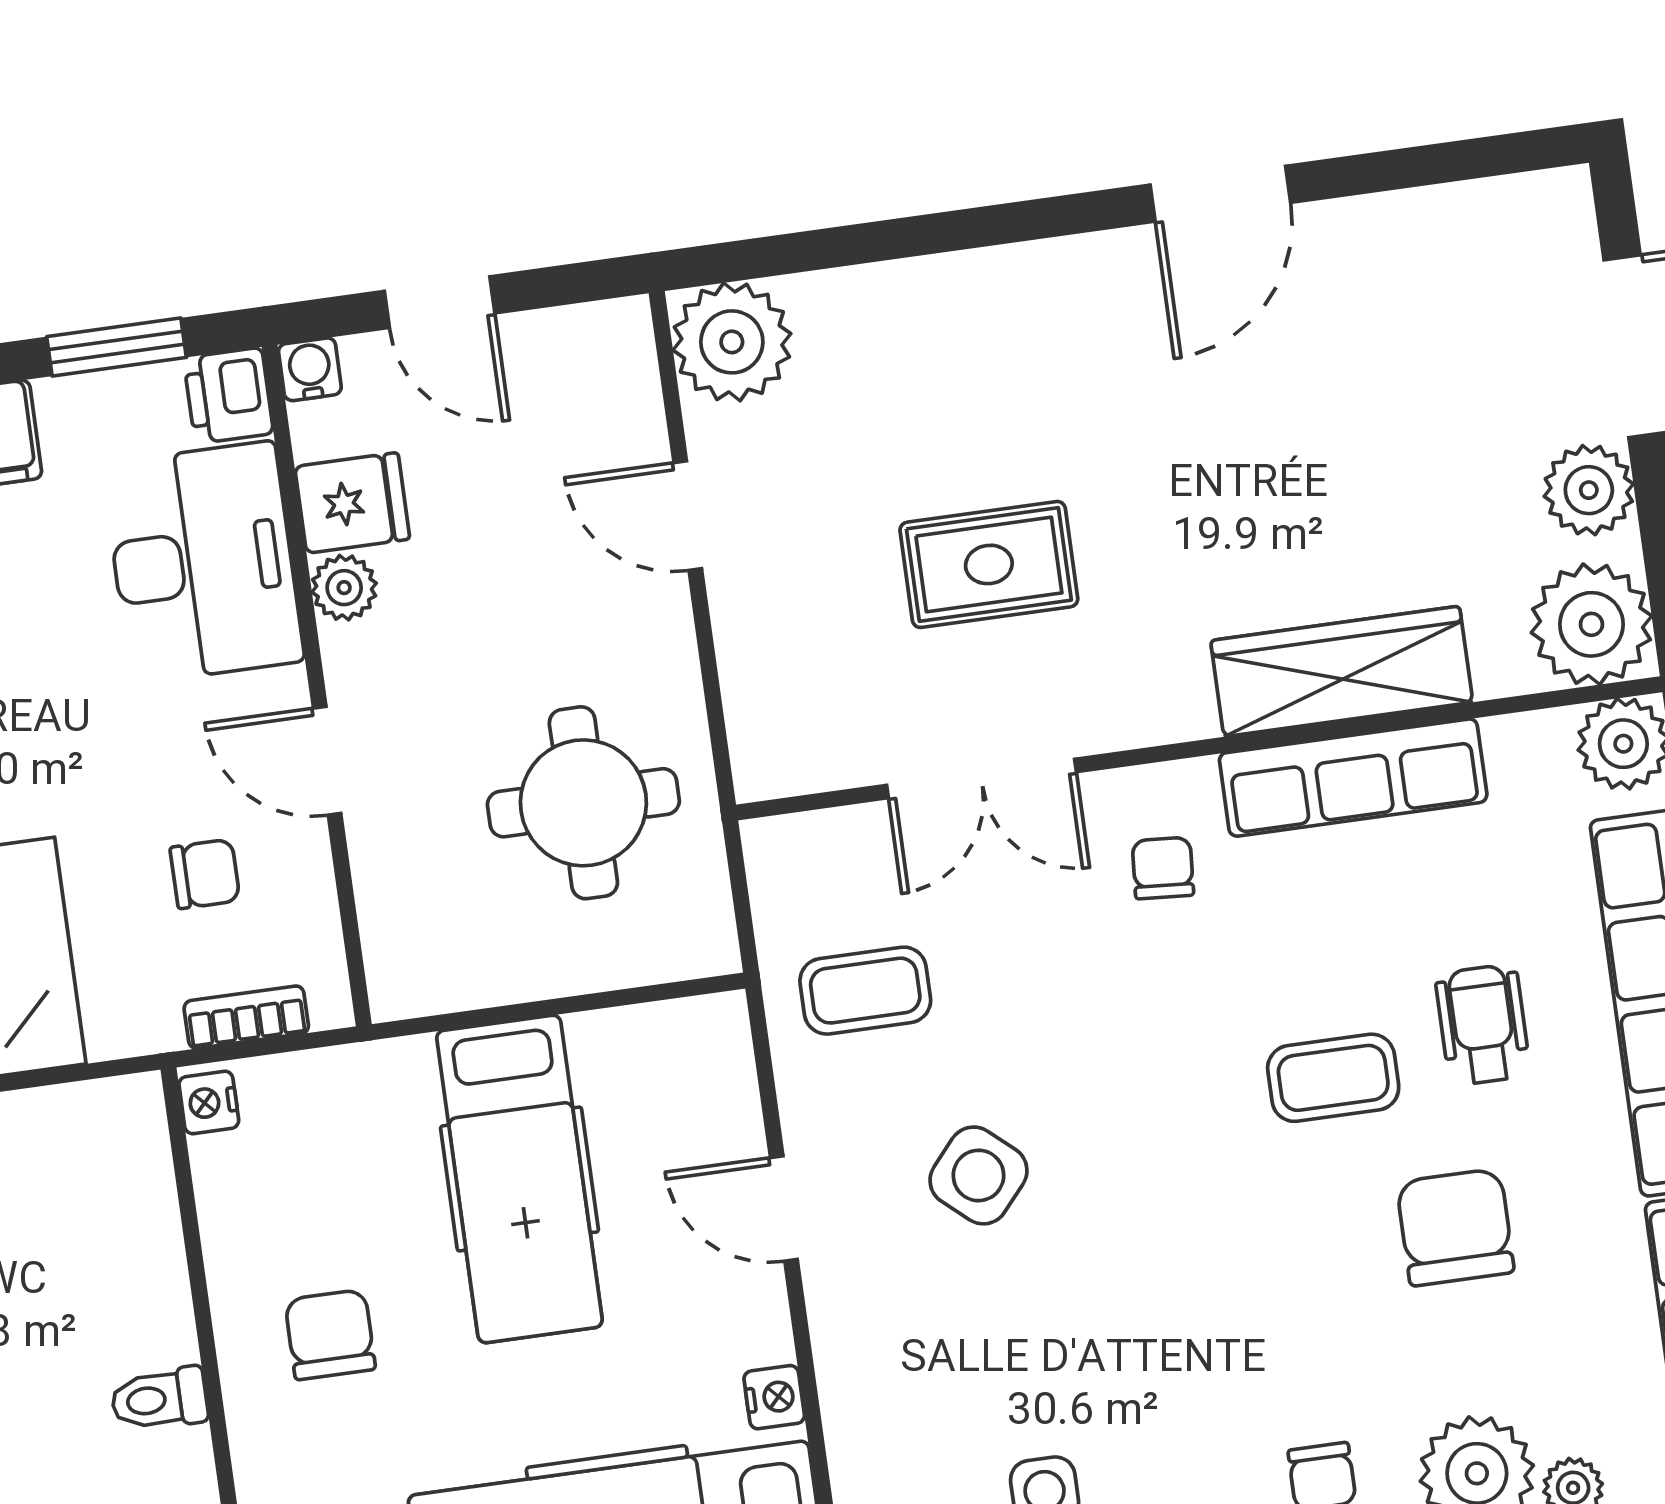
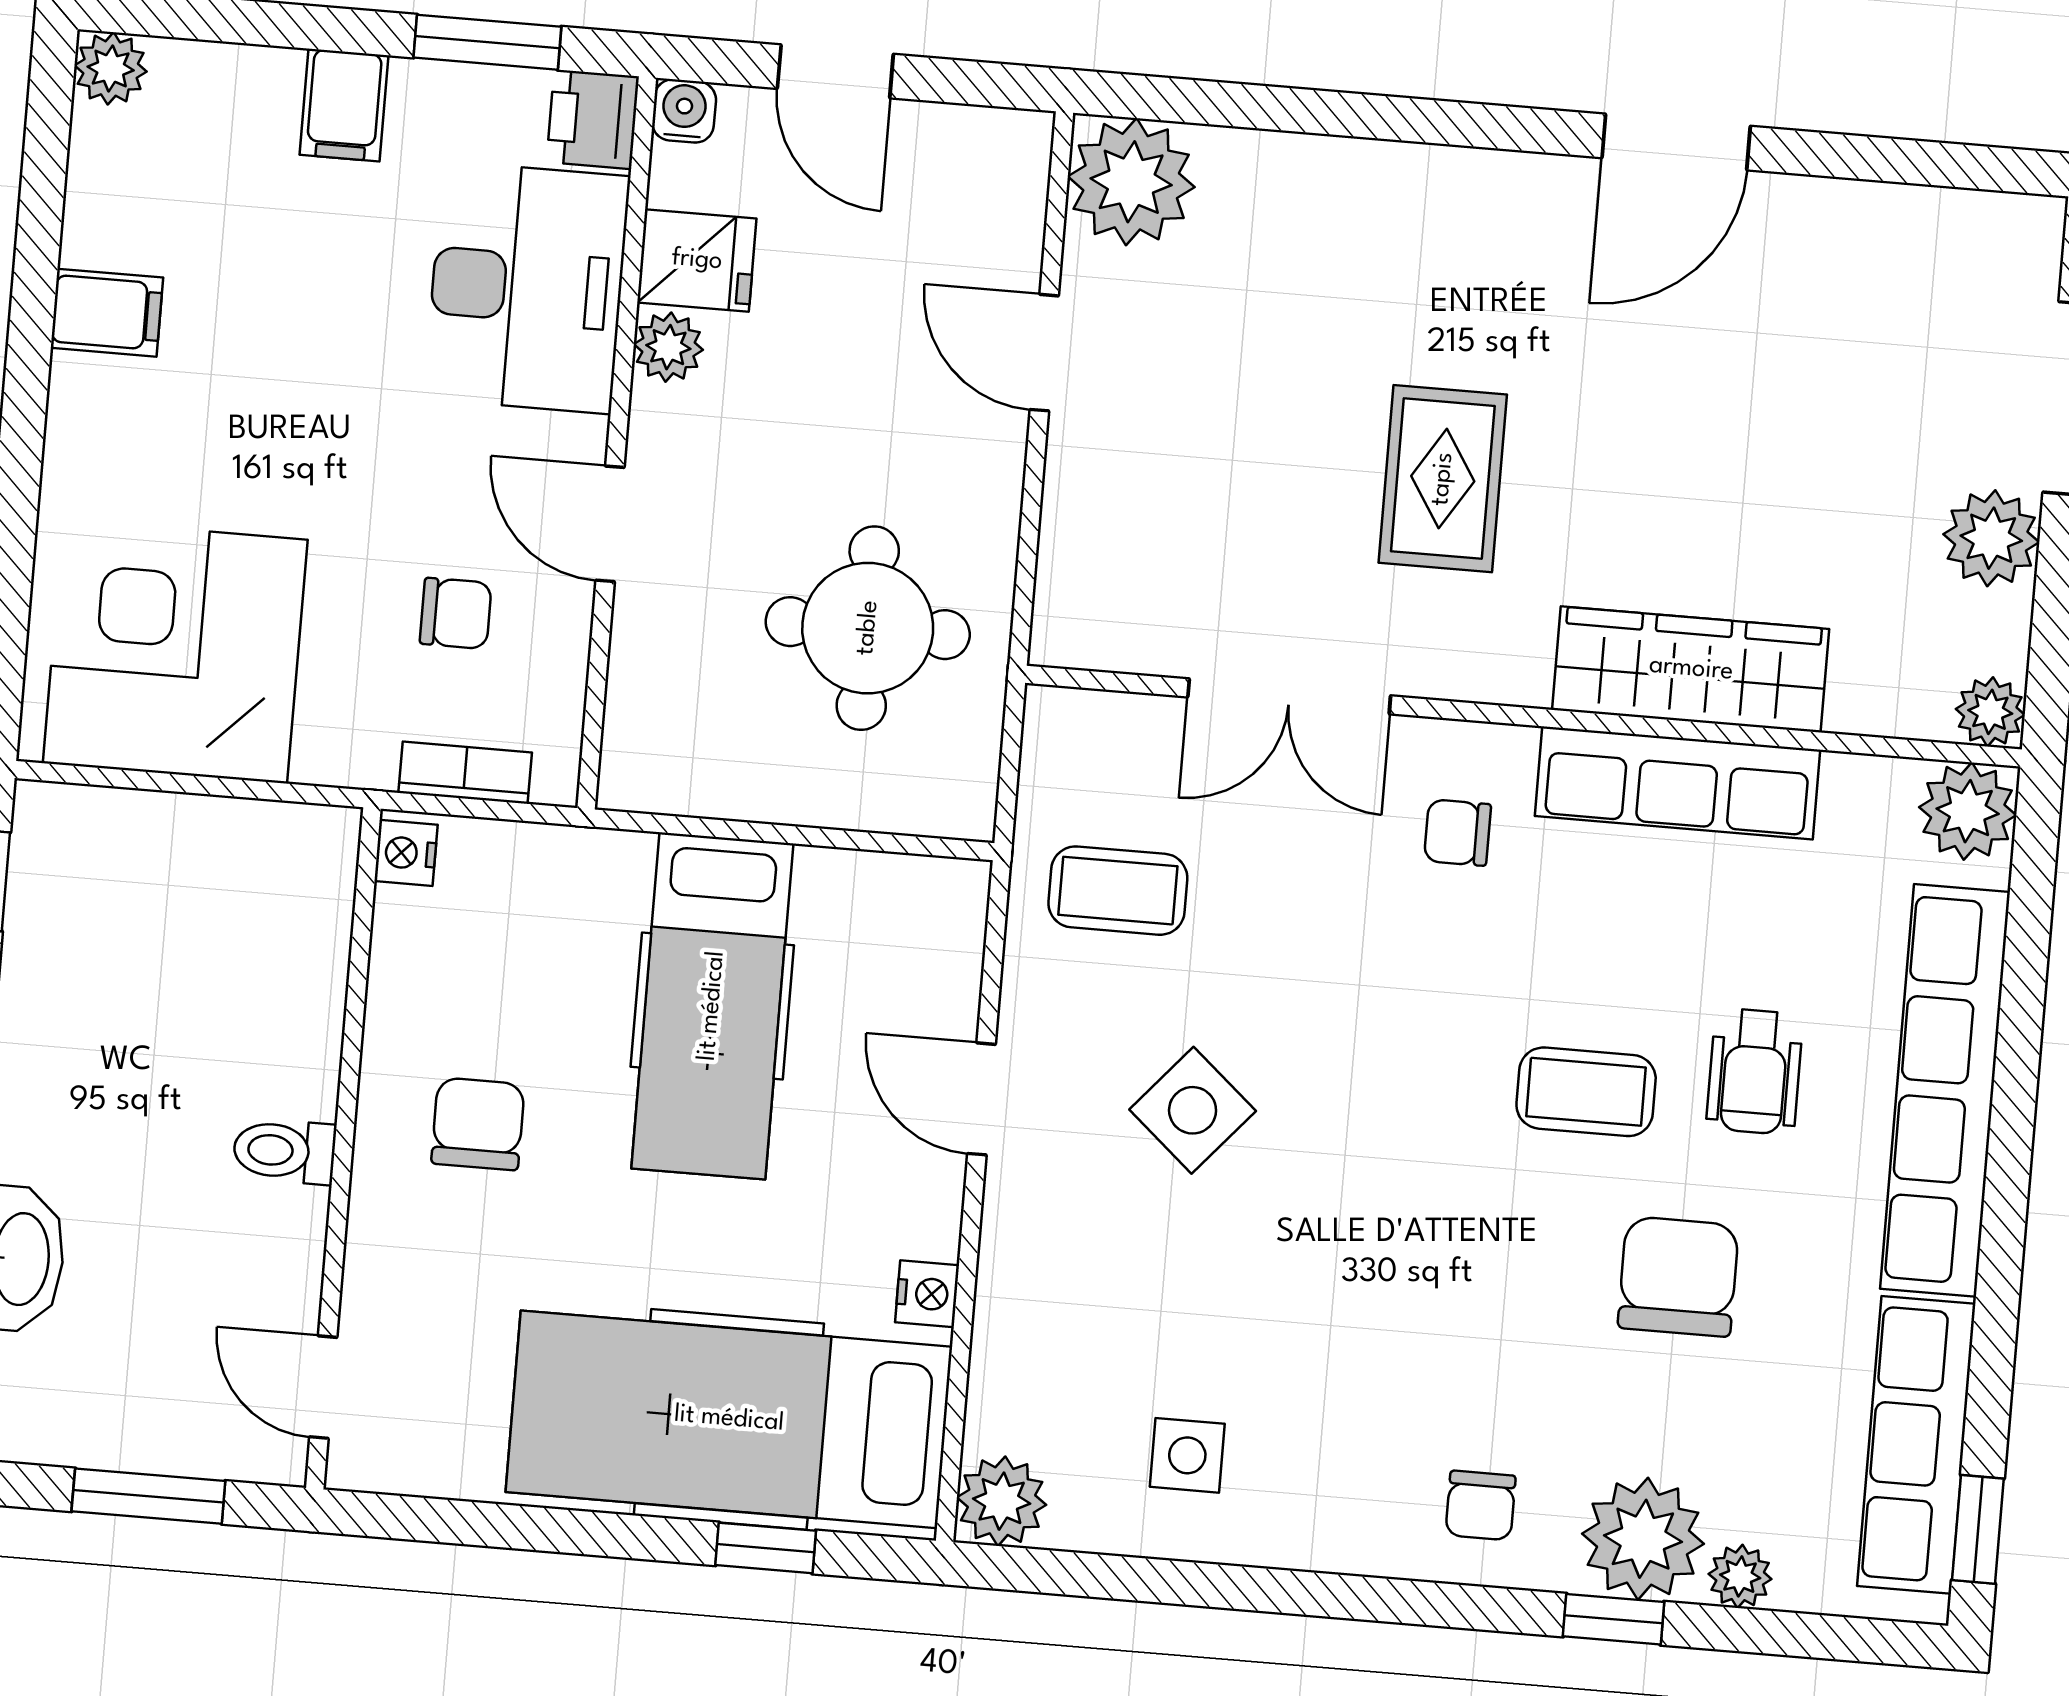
rug: (989, 564) -> (1443, 479), moved, turned 90
plant: (1591, 624) -> (1990, 712), width x0.53, depth x0.53
chair: (1163, 868) -> (1457, 833), turned -94
wheelchair: (1483, 1025) -> (1755, 1072), turned 180

